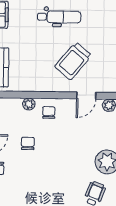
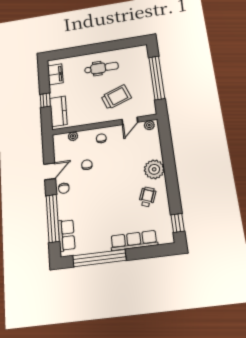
trolley: (73, 61) -> (116, 97), turned -150
plant: (29, 104) -> (73, 136), moved

